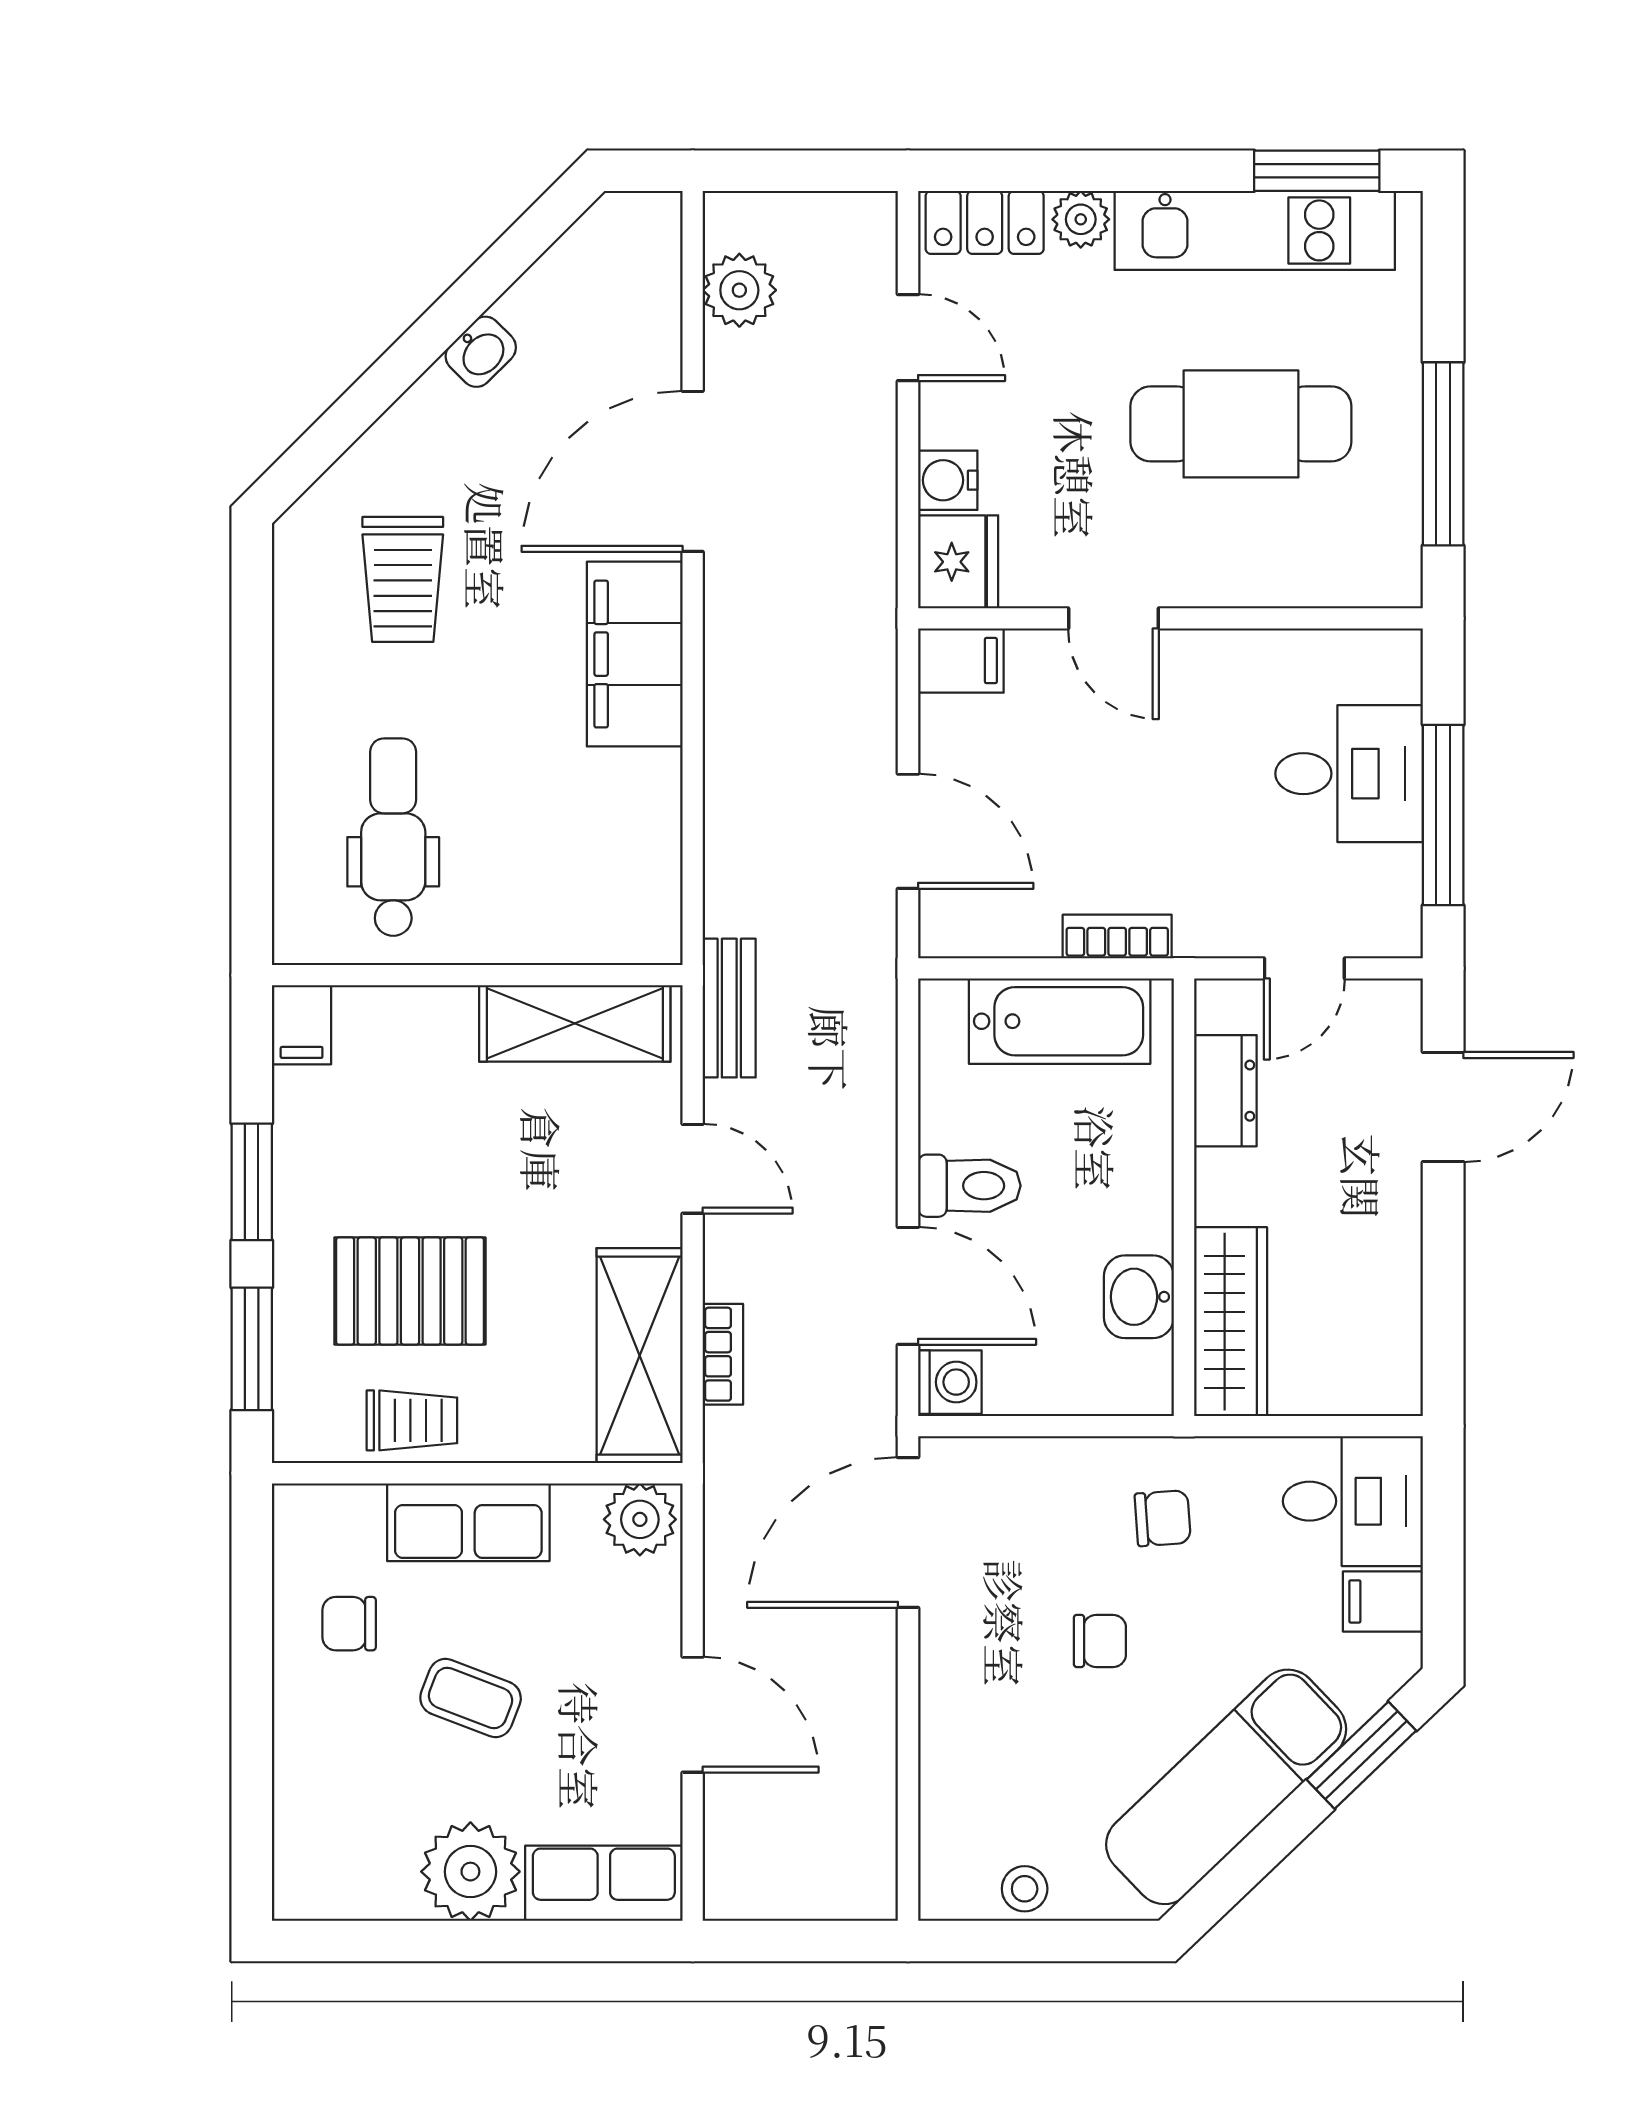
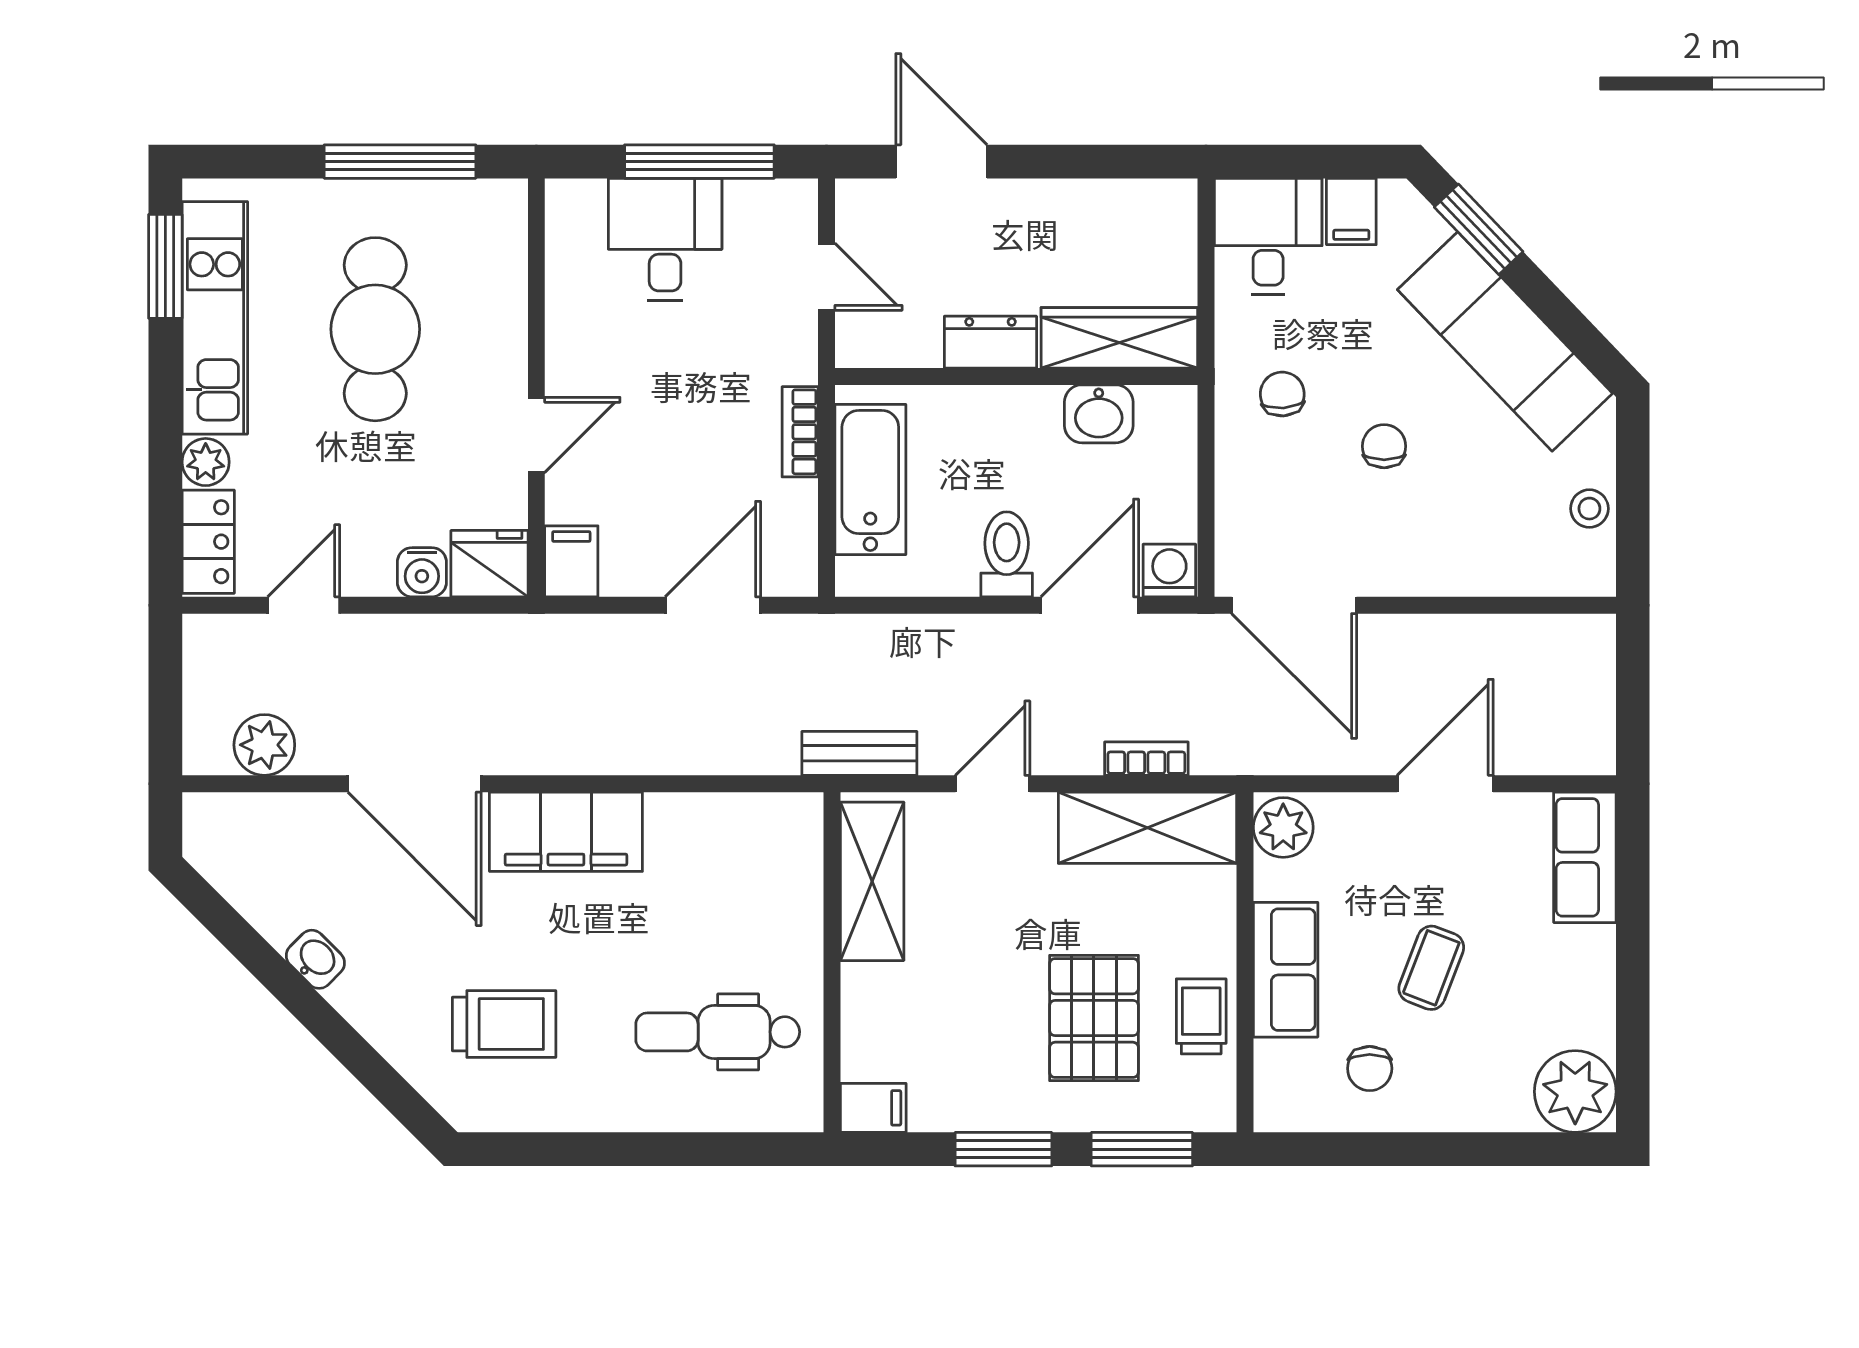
dresser: (1225, 1091) -> (990, 342), moved
plant: (470, 1872) -> (1575, 1092), moved

